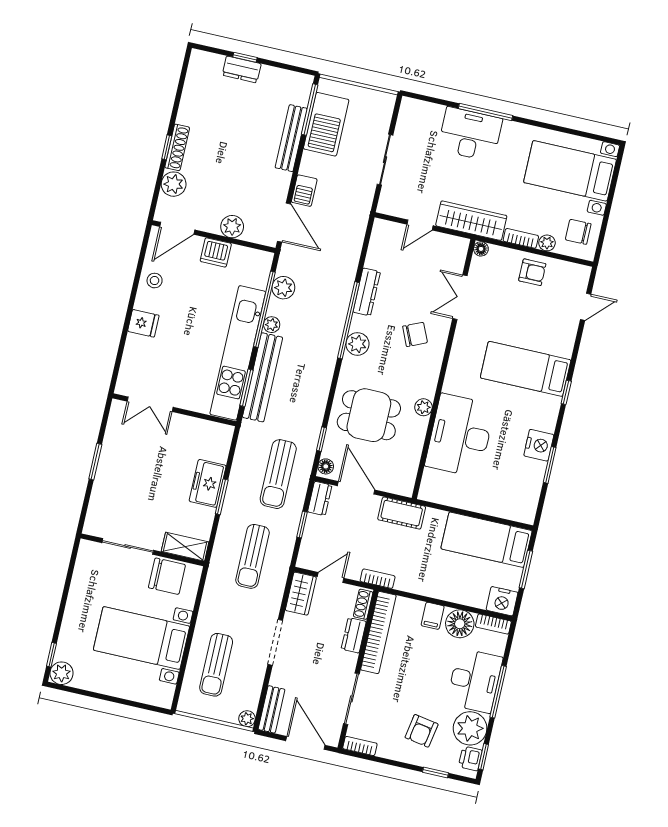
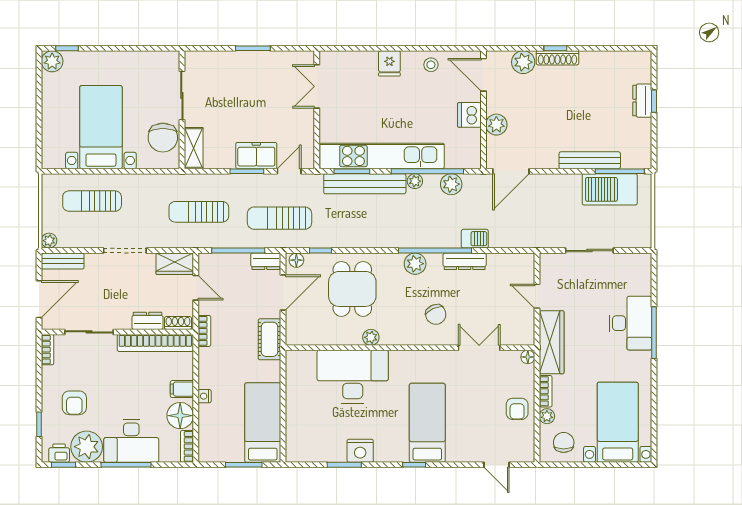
barbecue: (304, 191) -> (475, 239), moved, turned 180
door: (232, 453) -> (289, 171), added
window: (302, 525) -> (238, 251), width x2.17
nightstand: (502, 601) -> (205, 396), moved, width x0.53, depth x0.56
armchair: (422, 731) -> (74, 403), turned -100

